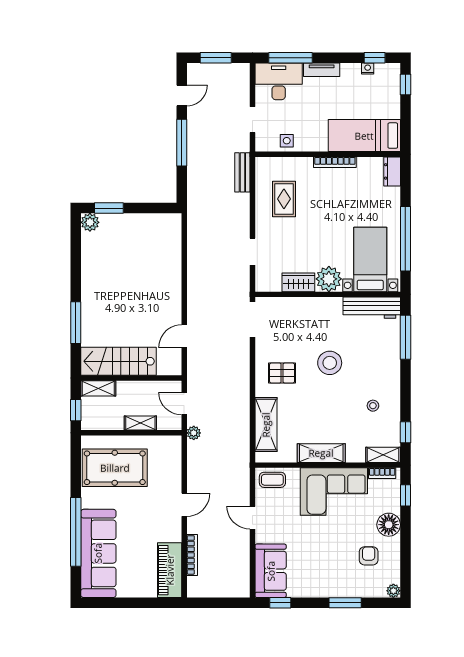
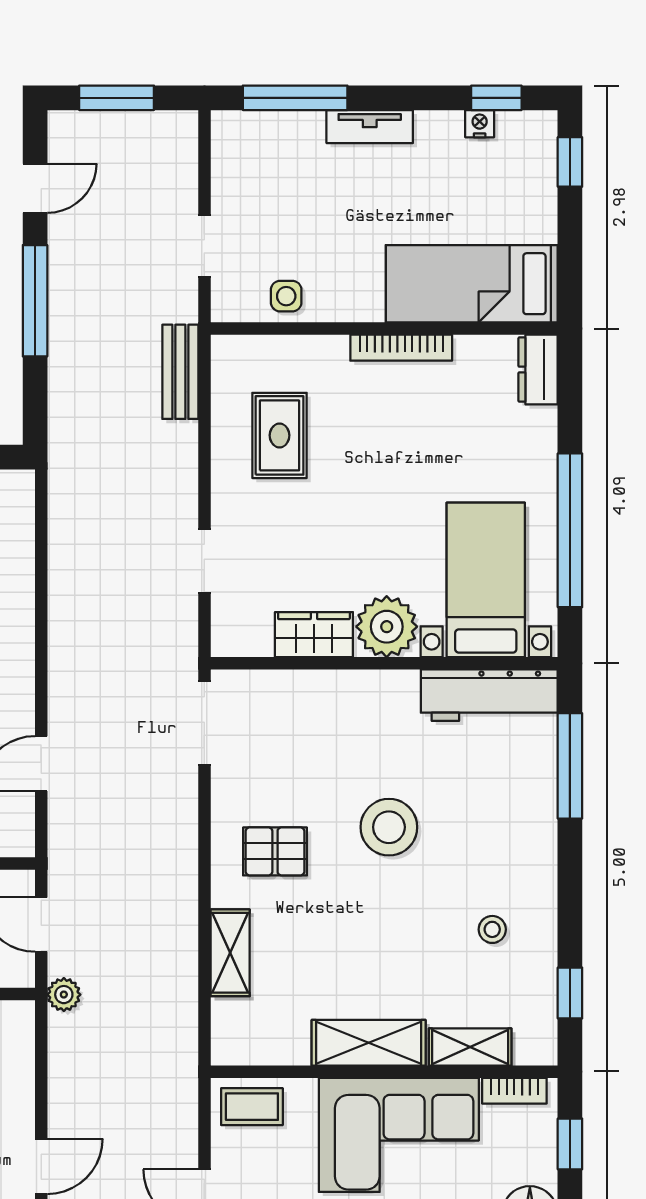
desk: (279, 81) -> (267, 154), removed
shelving: (266, 425) -> (230, 953), width x0.67, depth x0.75
shelving: (383, 455) -> (470, 1047), moved

